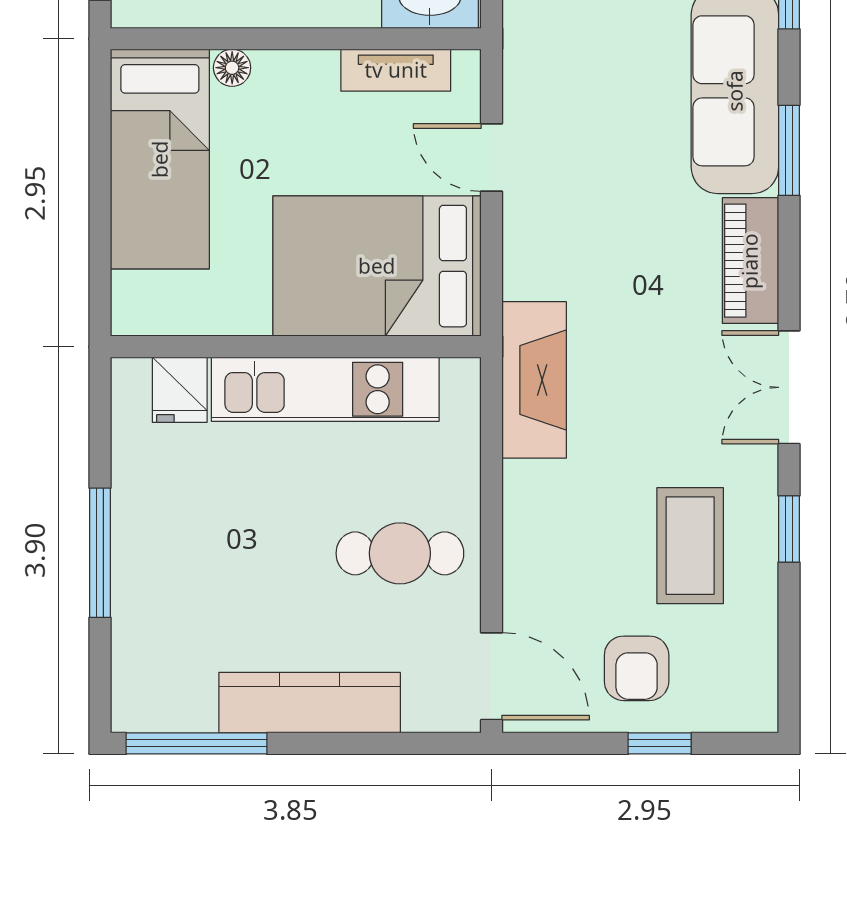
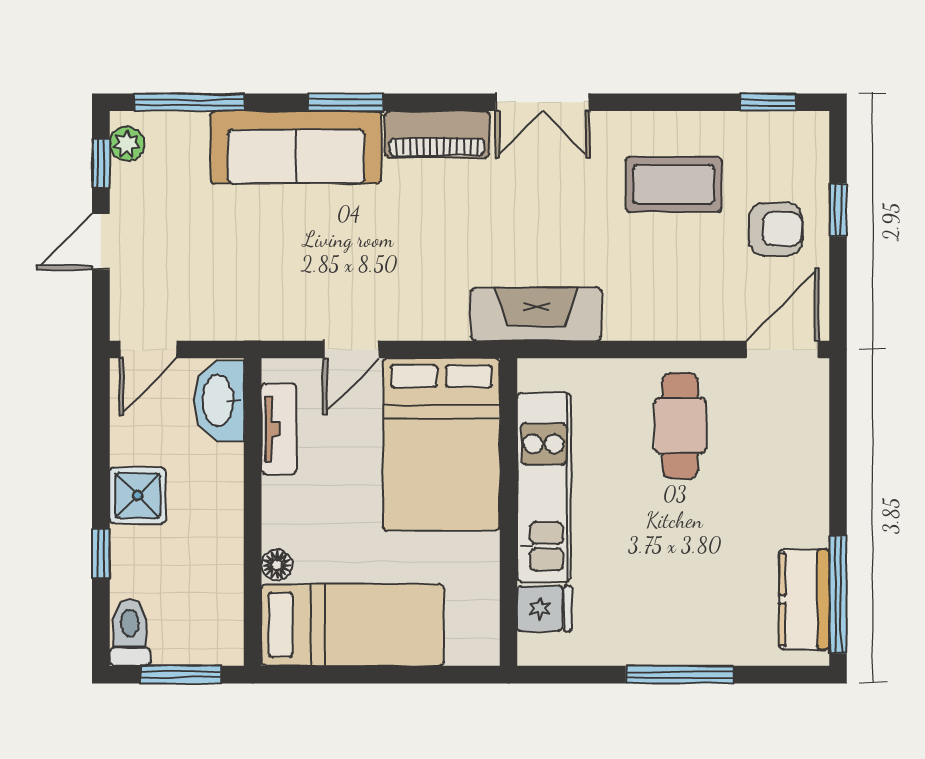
window: (789, 529) -> (768, 102), moved
kitchen counter: (310, 703) -> (804, 599), moved, width x0.67

